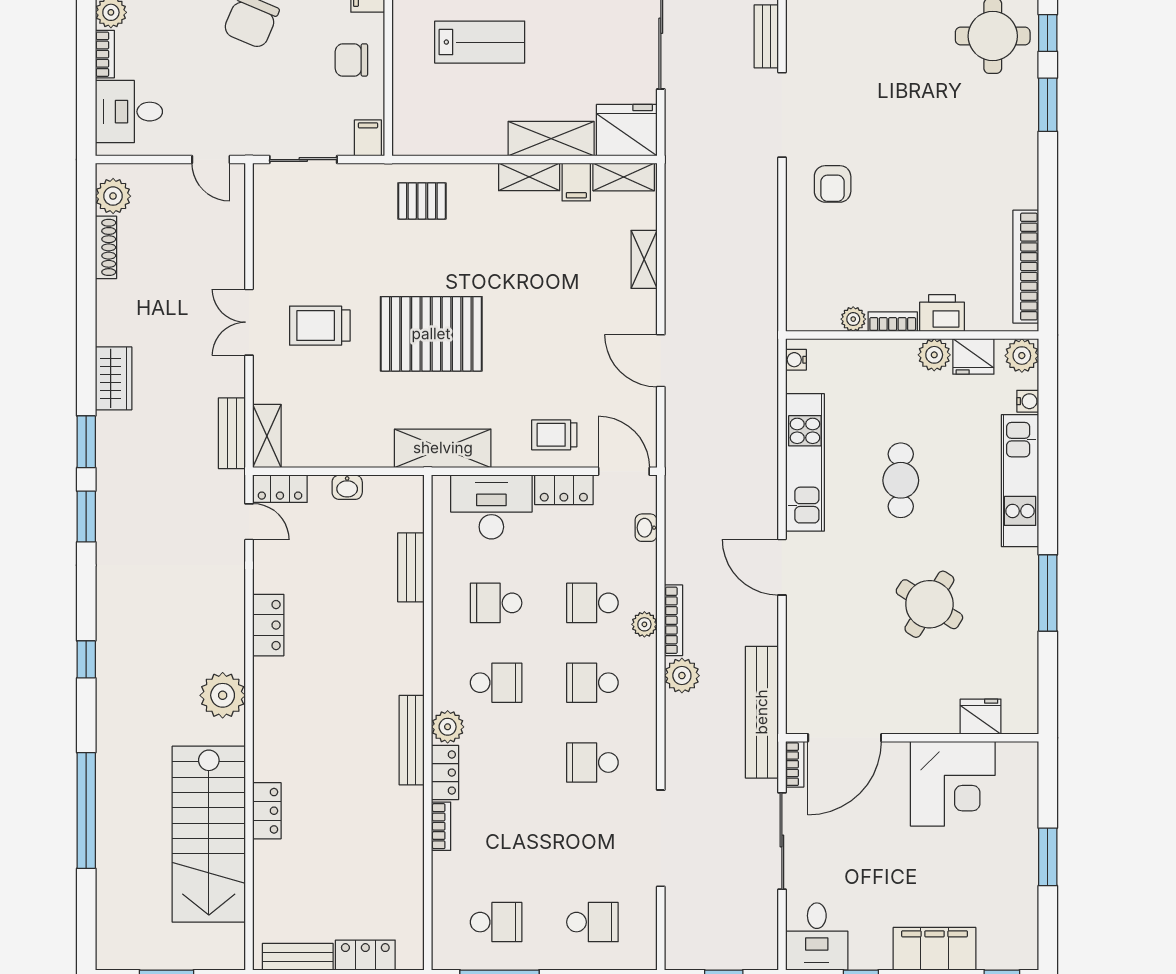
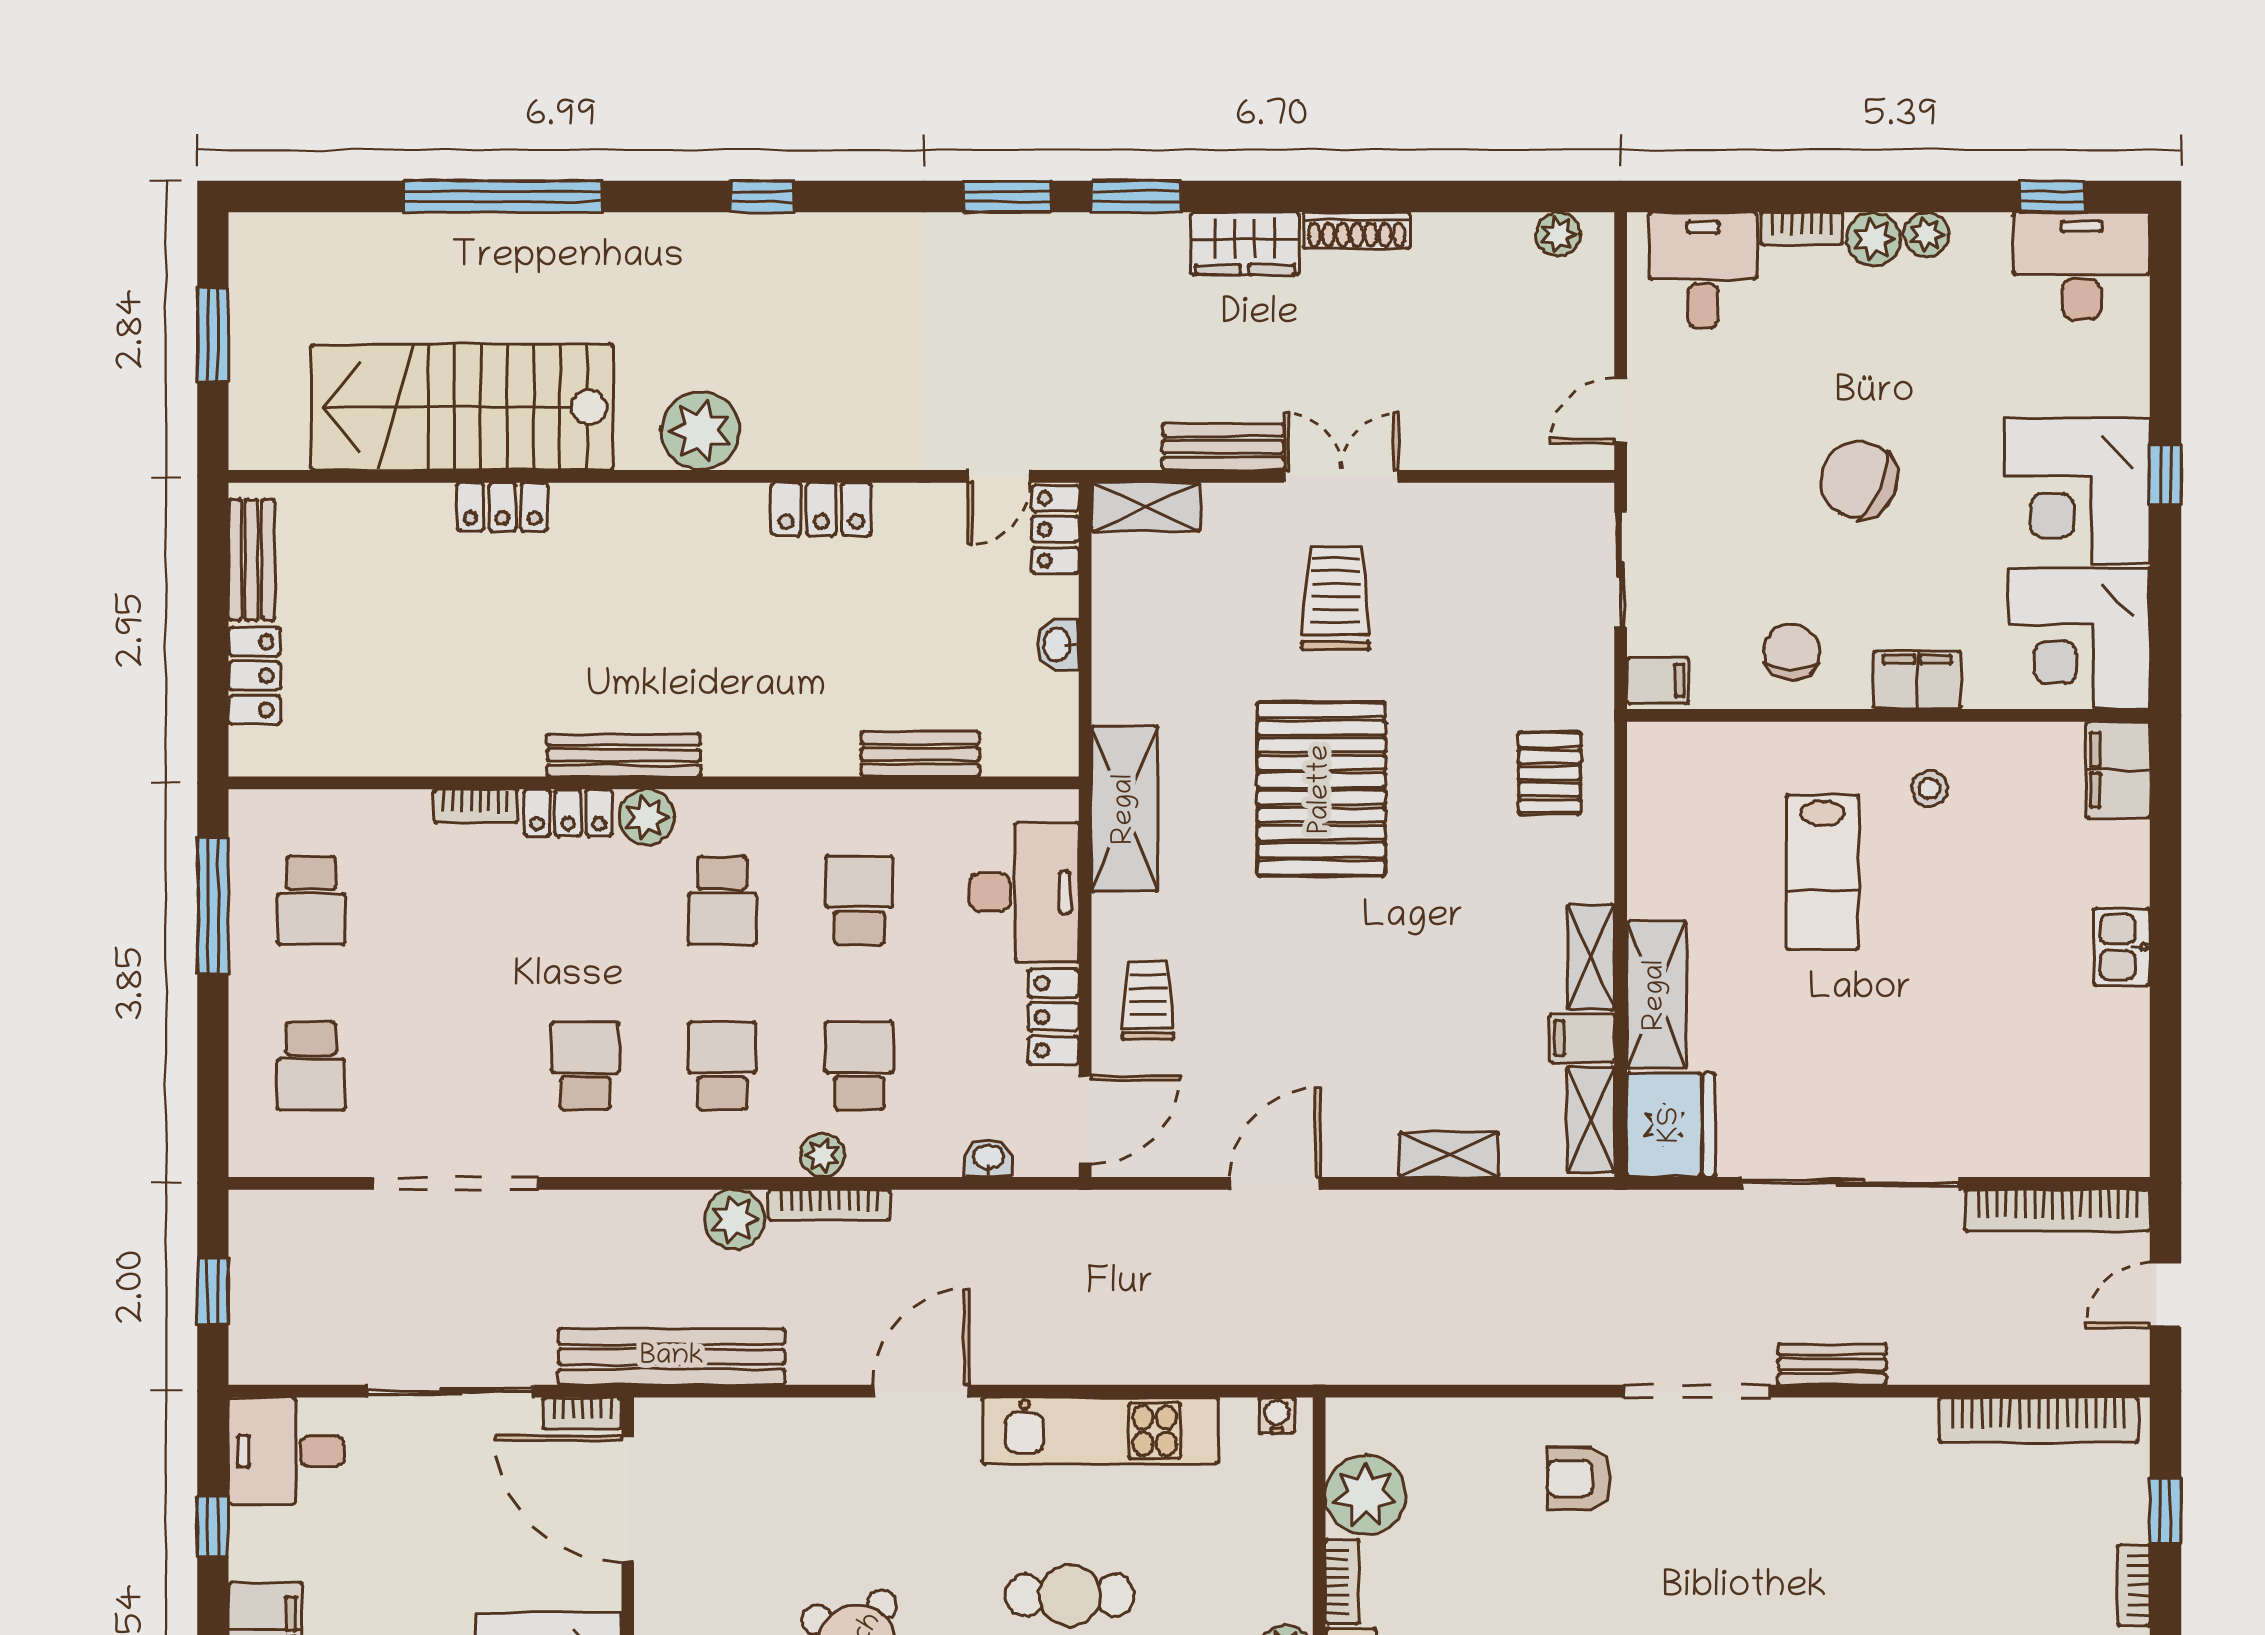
plant: (113, 196) -> (1558, 234), width x0.73, depth x0.73
shoe rack: (106, 247) -> (1357, 230), moved
plant: (853, 319) -> (1365, 1495), width x1.88, depth x1.88
bench: (232, 433) -> (1223, 447), moved

